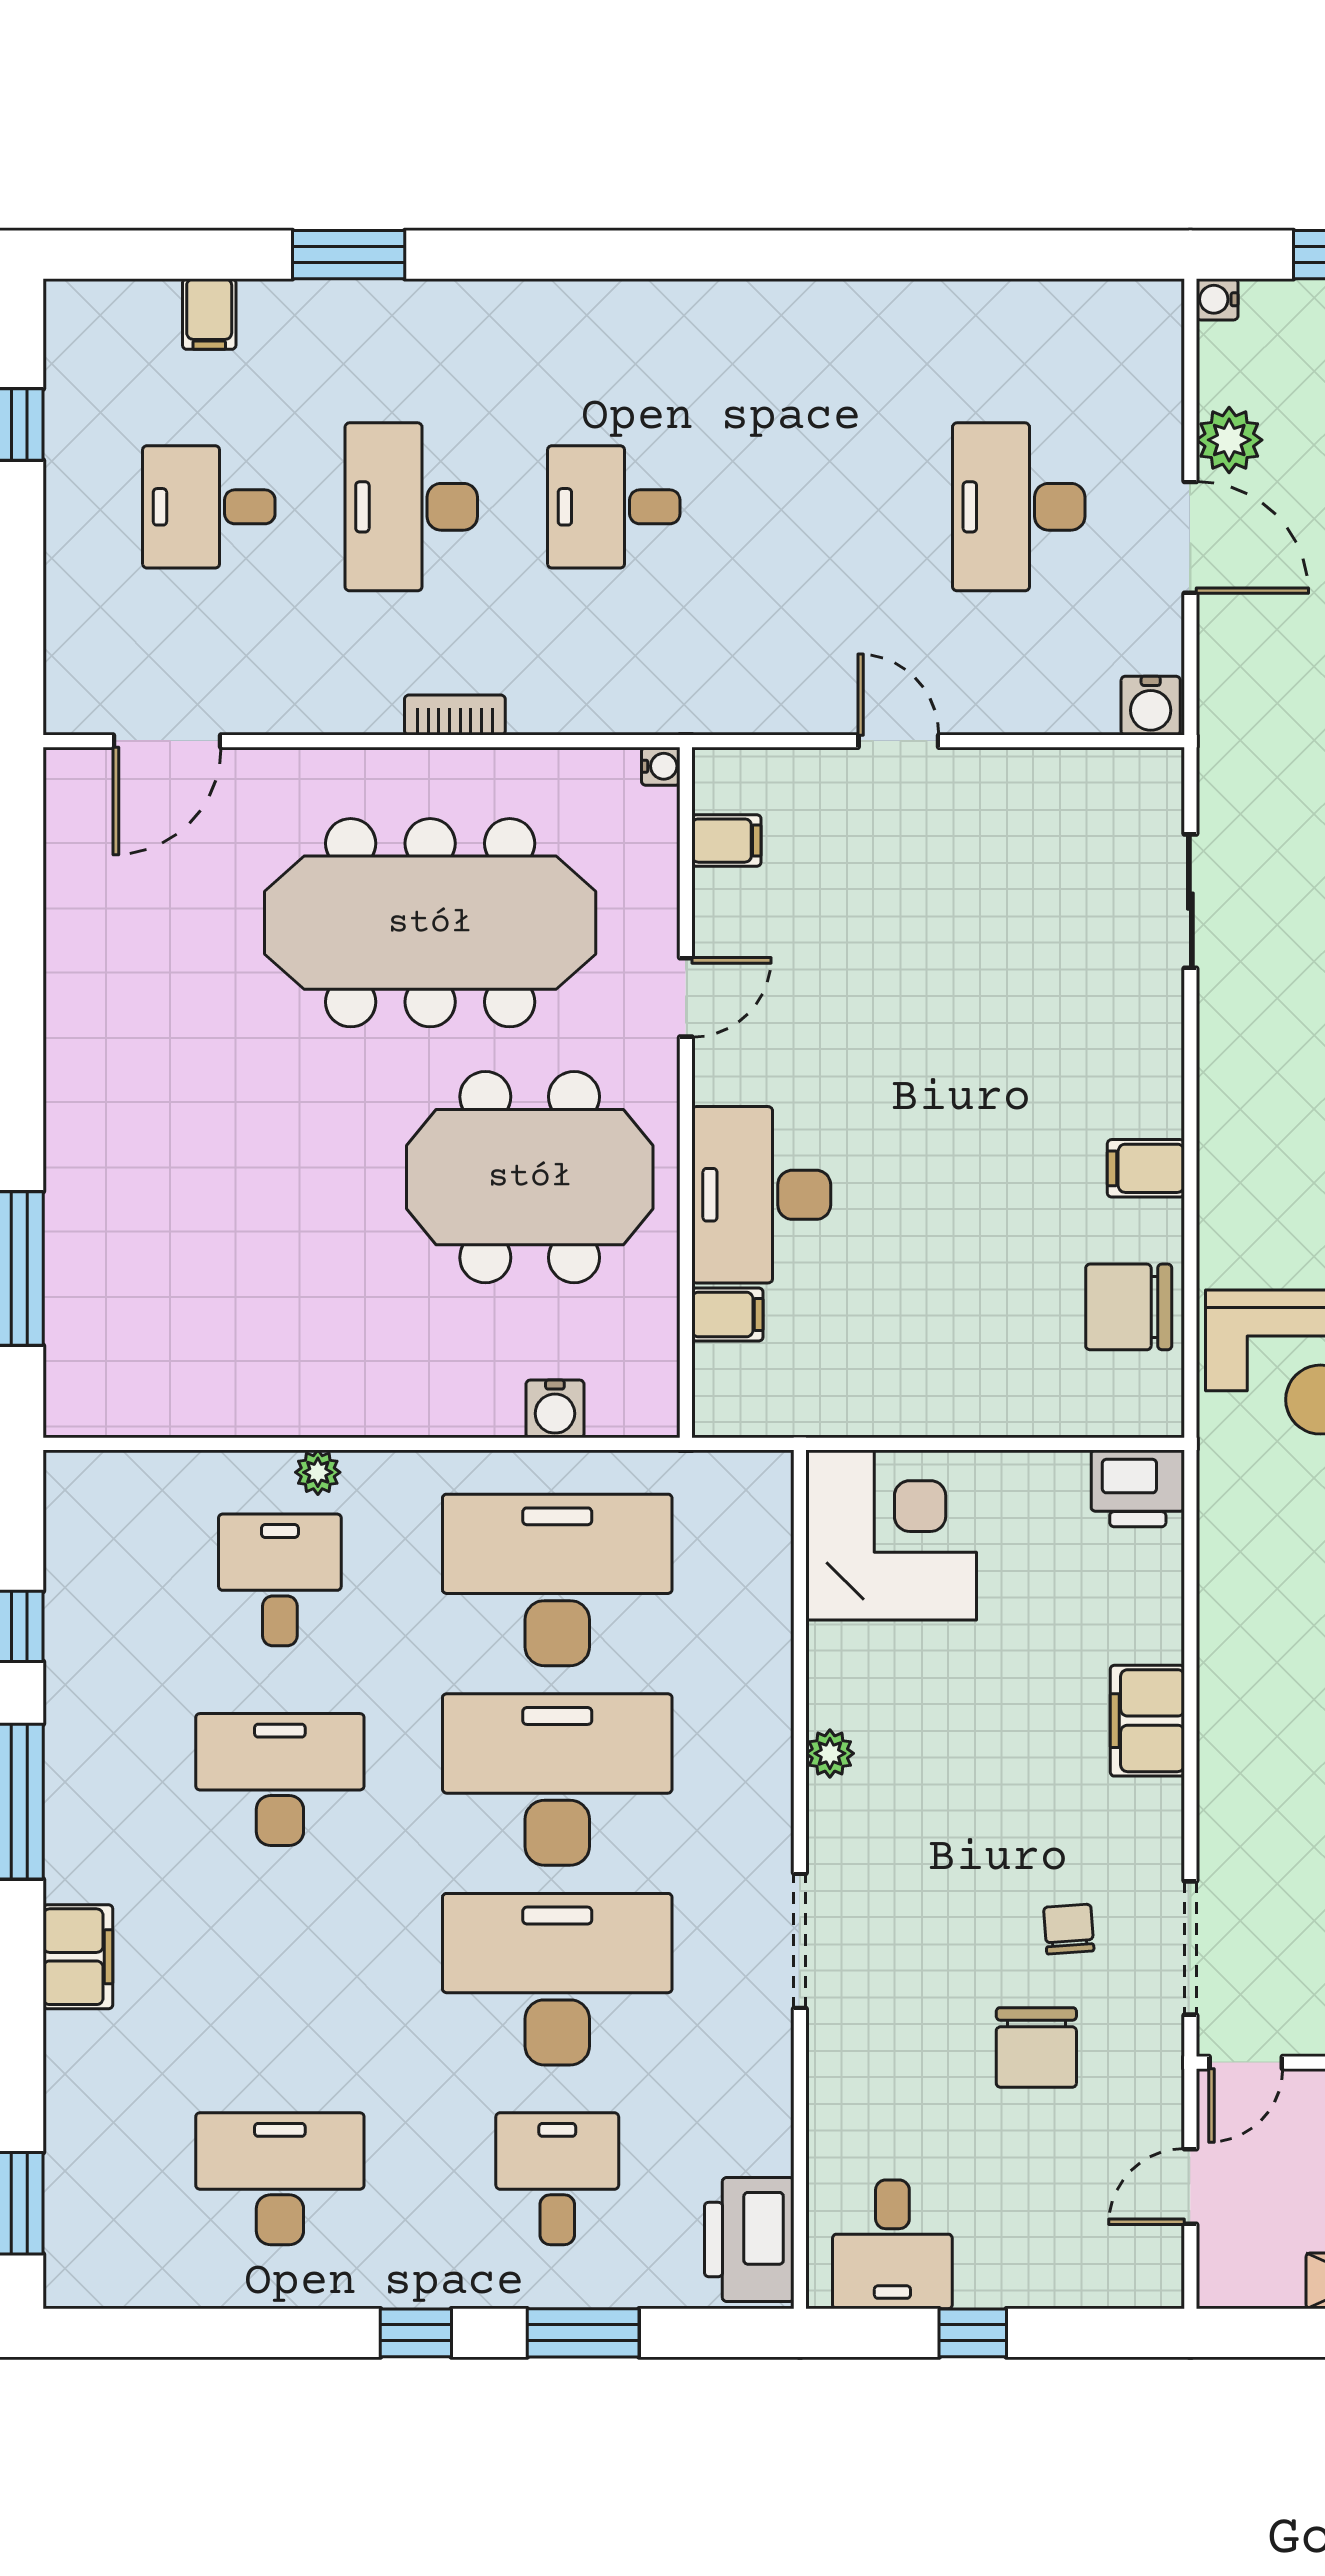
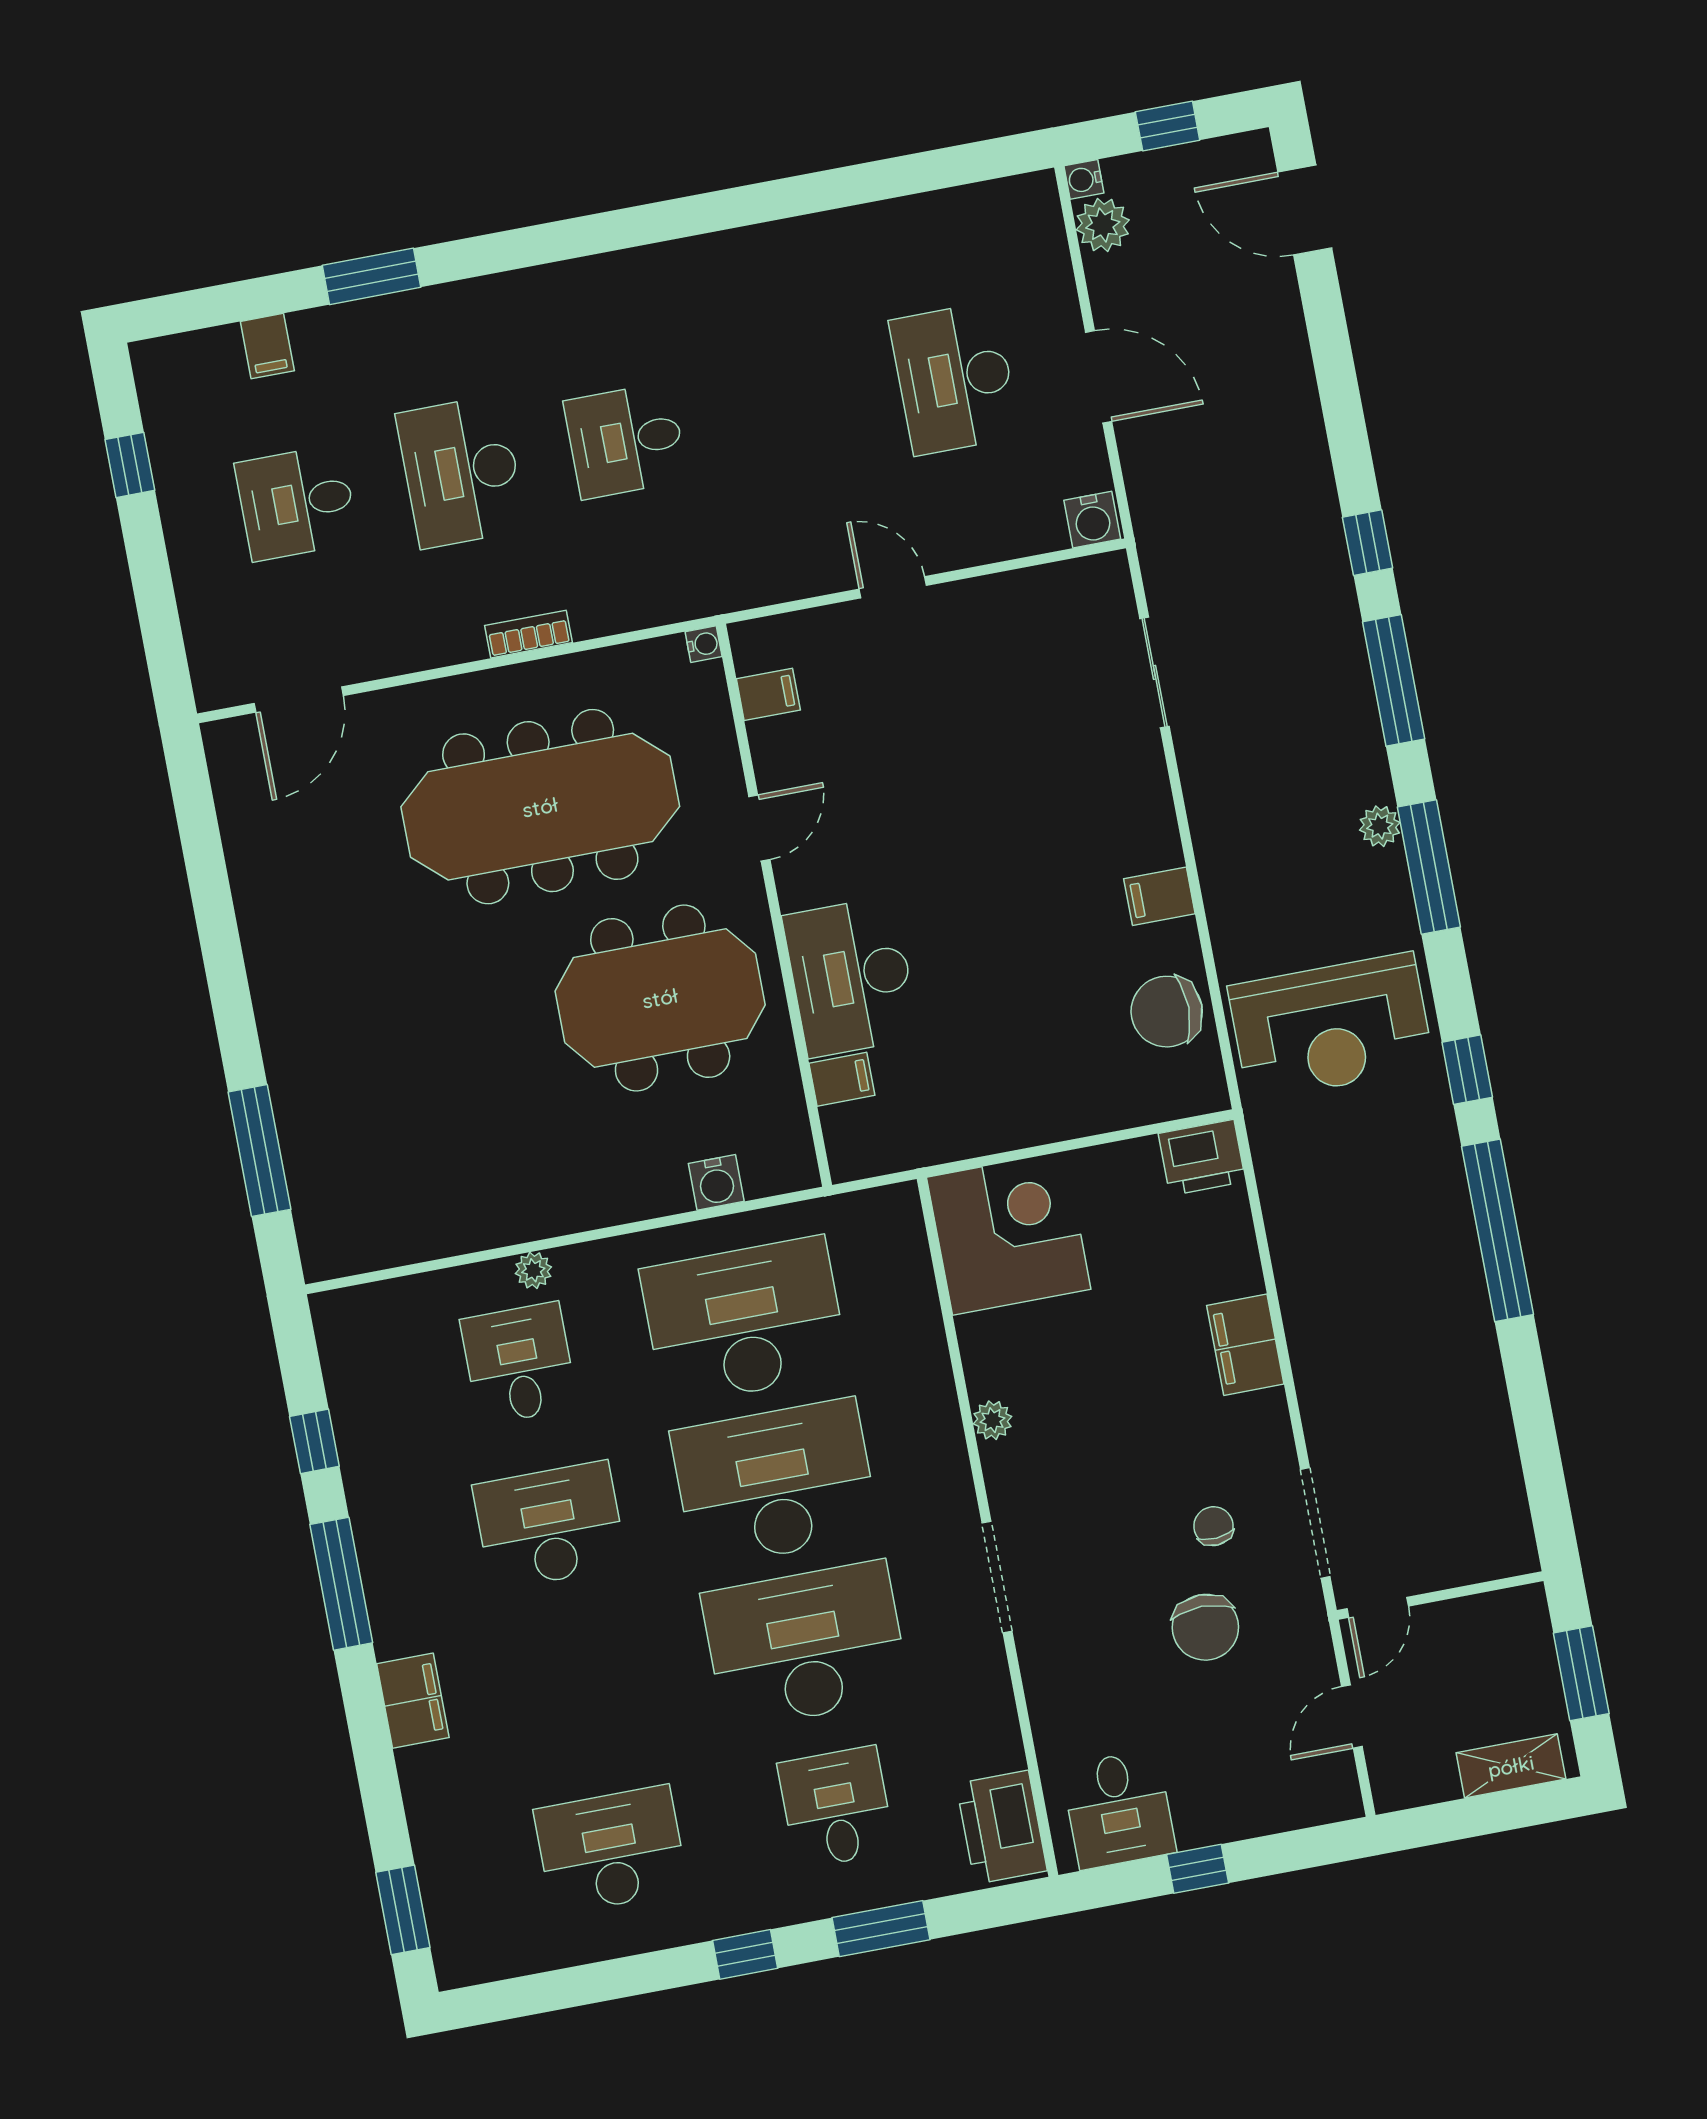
plant: (1229, 440) -> (1103, 225), moved

